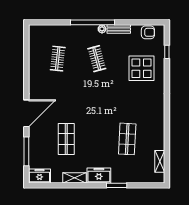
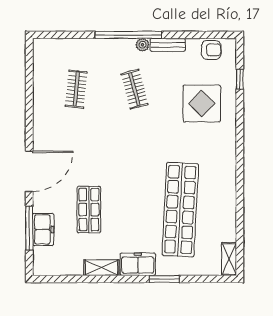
shop shelf: (127, 139) -> (180, 210), width x2.00, depth x1.36
shelving: (160, 161) -> (229, 259), moved
freezer: (39, 176) -> (43, 229), moved, turned 90

